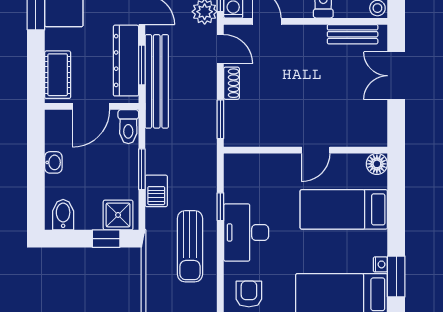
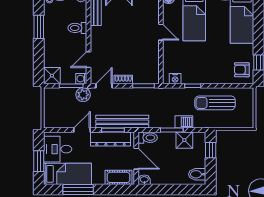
washbasin: (53, 162) -> (144, 180), moved
nightstand: (233, 175) -> (175, 79), added
shower: (118, 215) -> (184, 140), moved
desk: (246, 232) -> (207, 71), removed
sun lounger: (190, 246) -> (215, 103), turned 180

